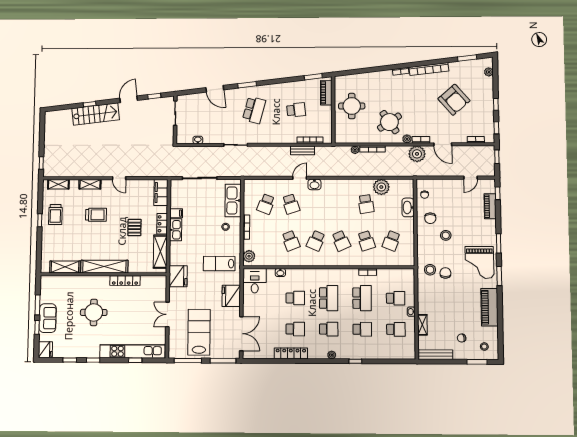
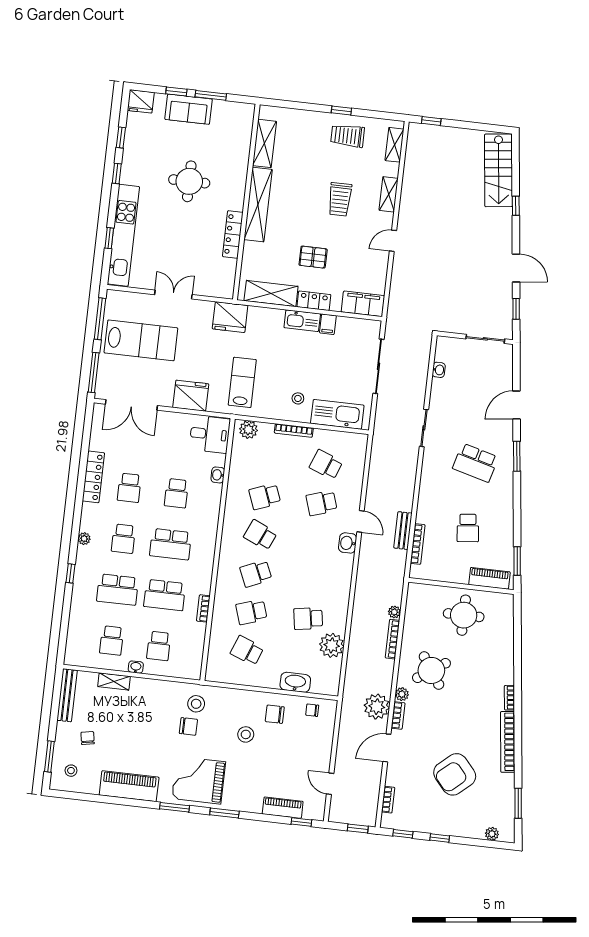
stairs: (96, 114) -> (499, 170), moved
school desk: (362, 329) -> (118, 590), width x1.85

